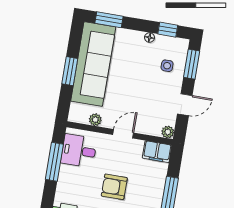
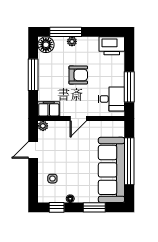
window: (109, 20) -> (94, 207), moved
window: (192, 64) -> (33, 183), removed
window: (70, 71) -> (129, 161), width x2.11
plant: (95, 120) -> (102, 126), removed

